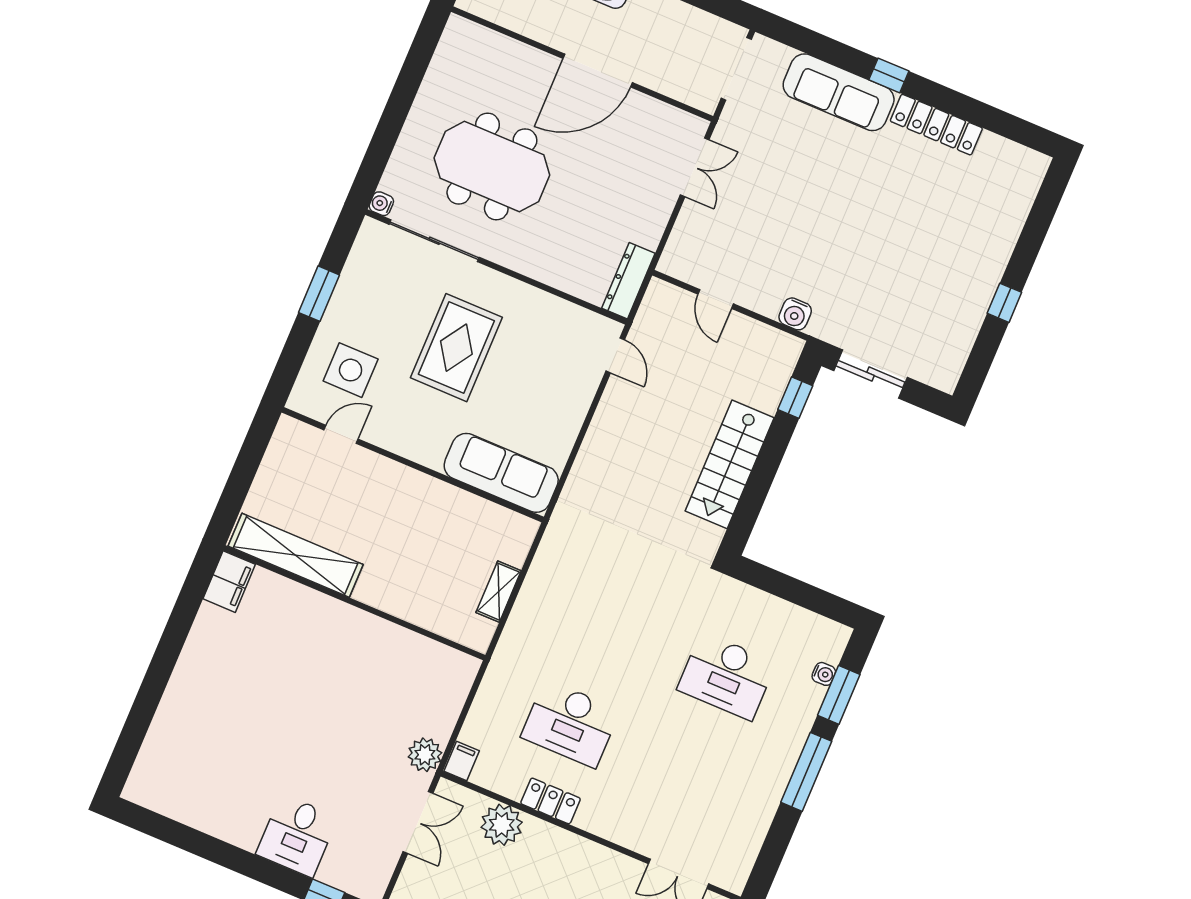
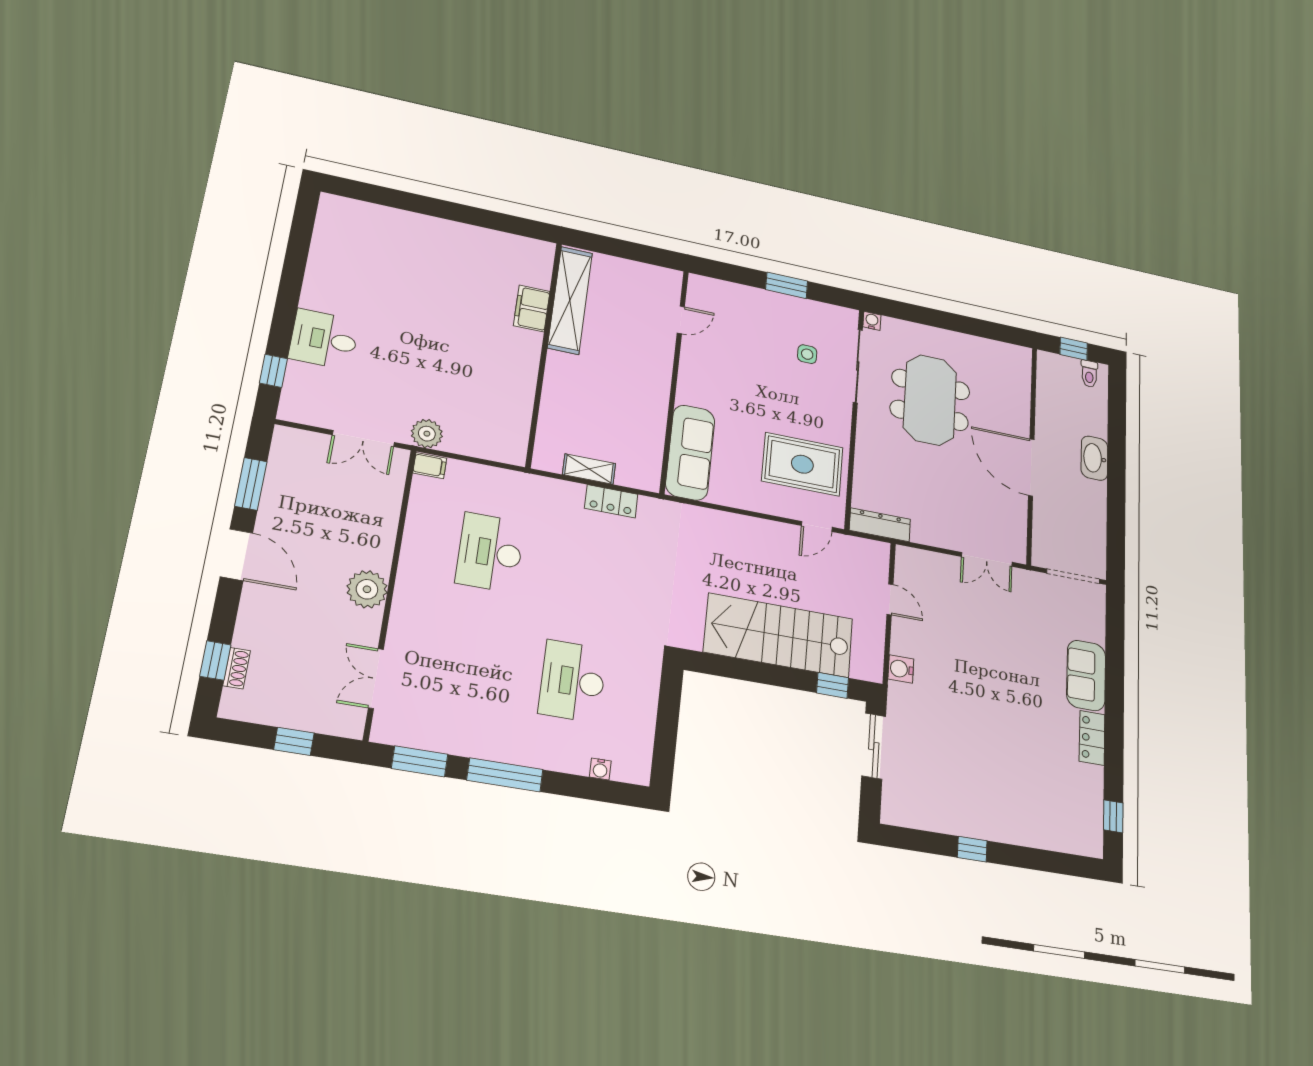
window: (889, 75) -> (1113, 816), moved
sofa: (839, 92) -> (1086, 675), width x0.73
locker: (936, 125) -> (1092, 738), width x0.66
door: (716, 299) -> (890, 599), swing flipped
rug: (456, 348) -> (802, 464), moved
side table: (351, 370) -> (807, 354), moved, width x0.54, depth x0.54
door: (341, 434) -> (681, 320), hinge flipped
stairs: (730, 464) -> (779, 635), width x1.36, depth x1.51
filing cabinet: (229, 582) -> (532, 308), moved, turned 90
window: (839, 695) -> (420, 761), moved
locker: (551, 801) -> (611, 501), moved, turned 90
plant: (502, 825) -> (367, 589), moved

